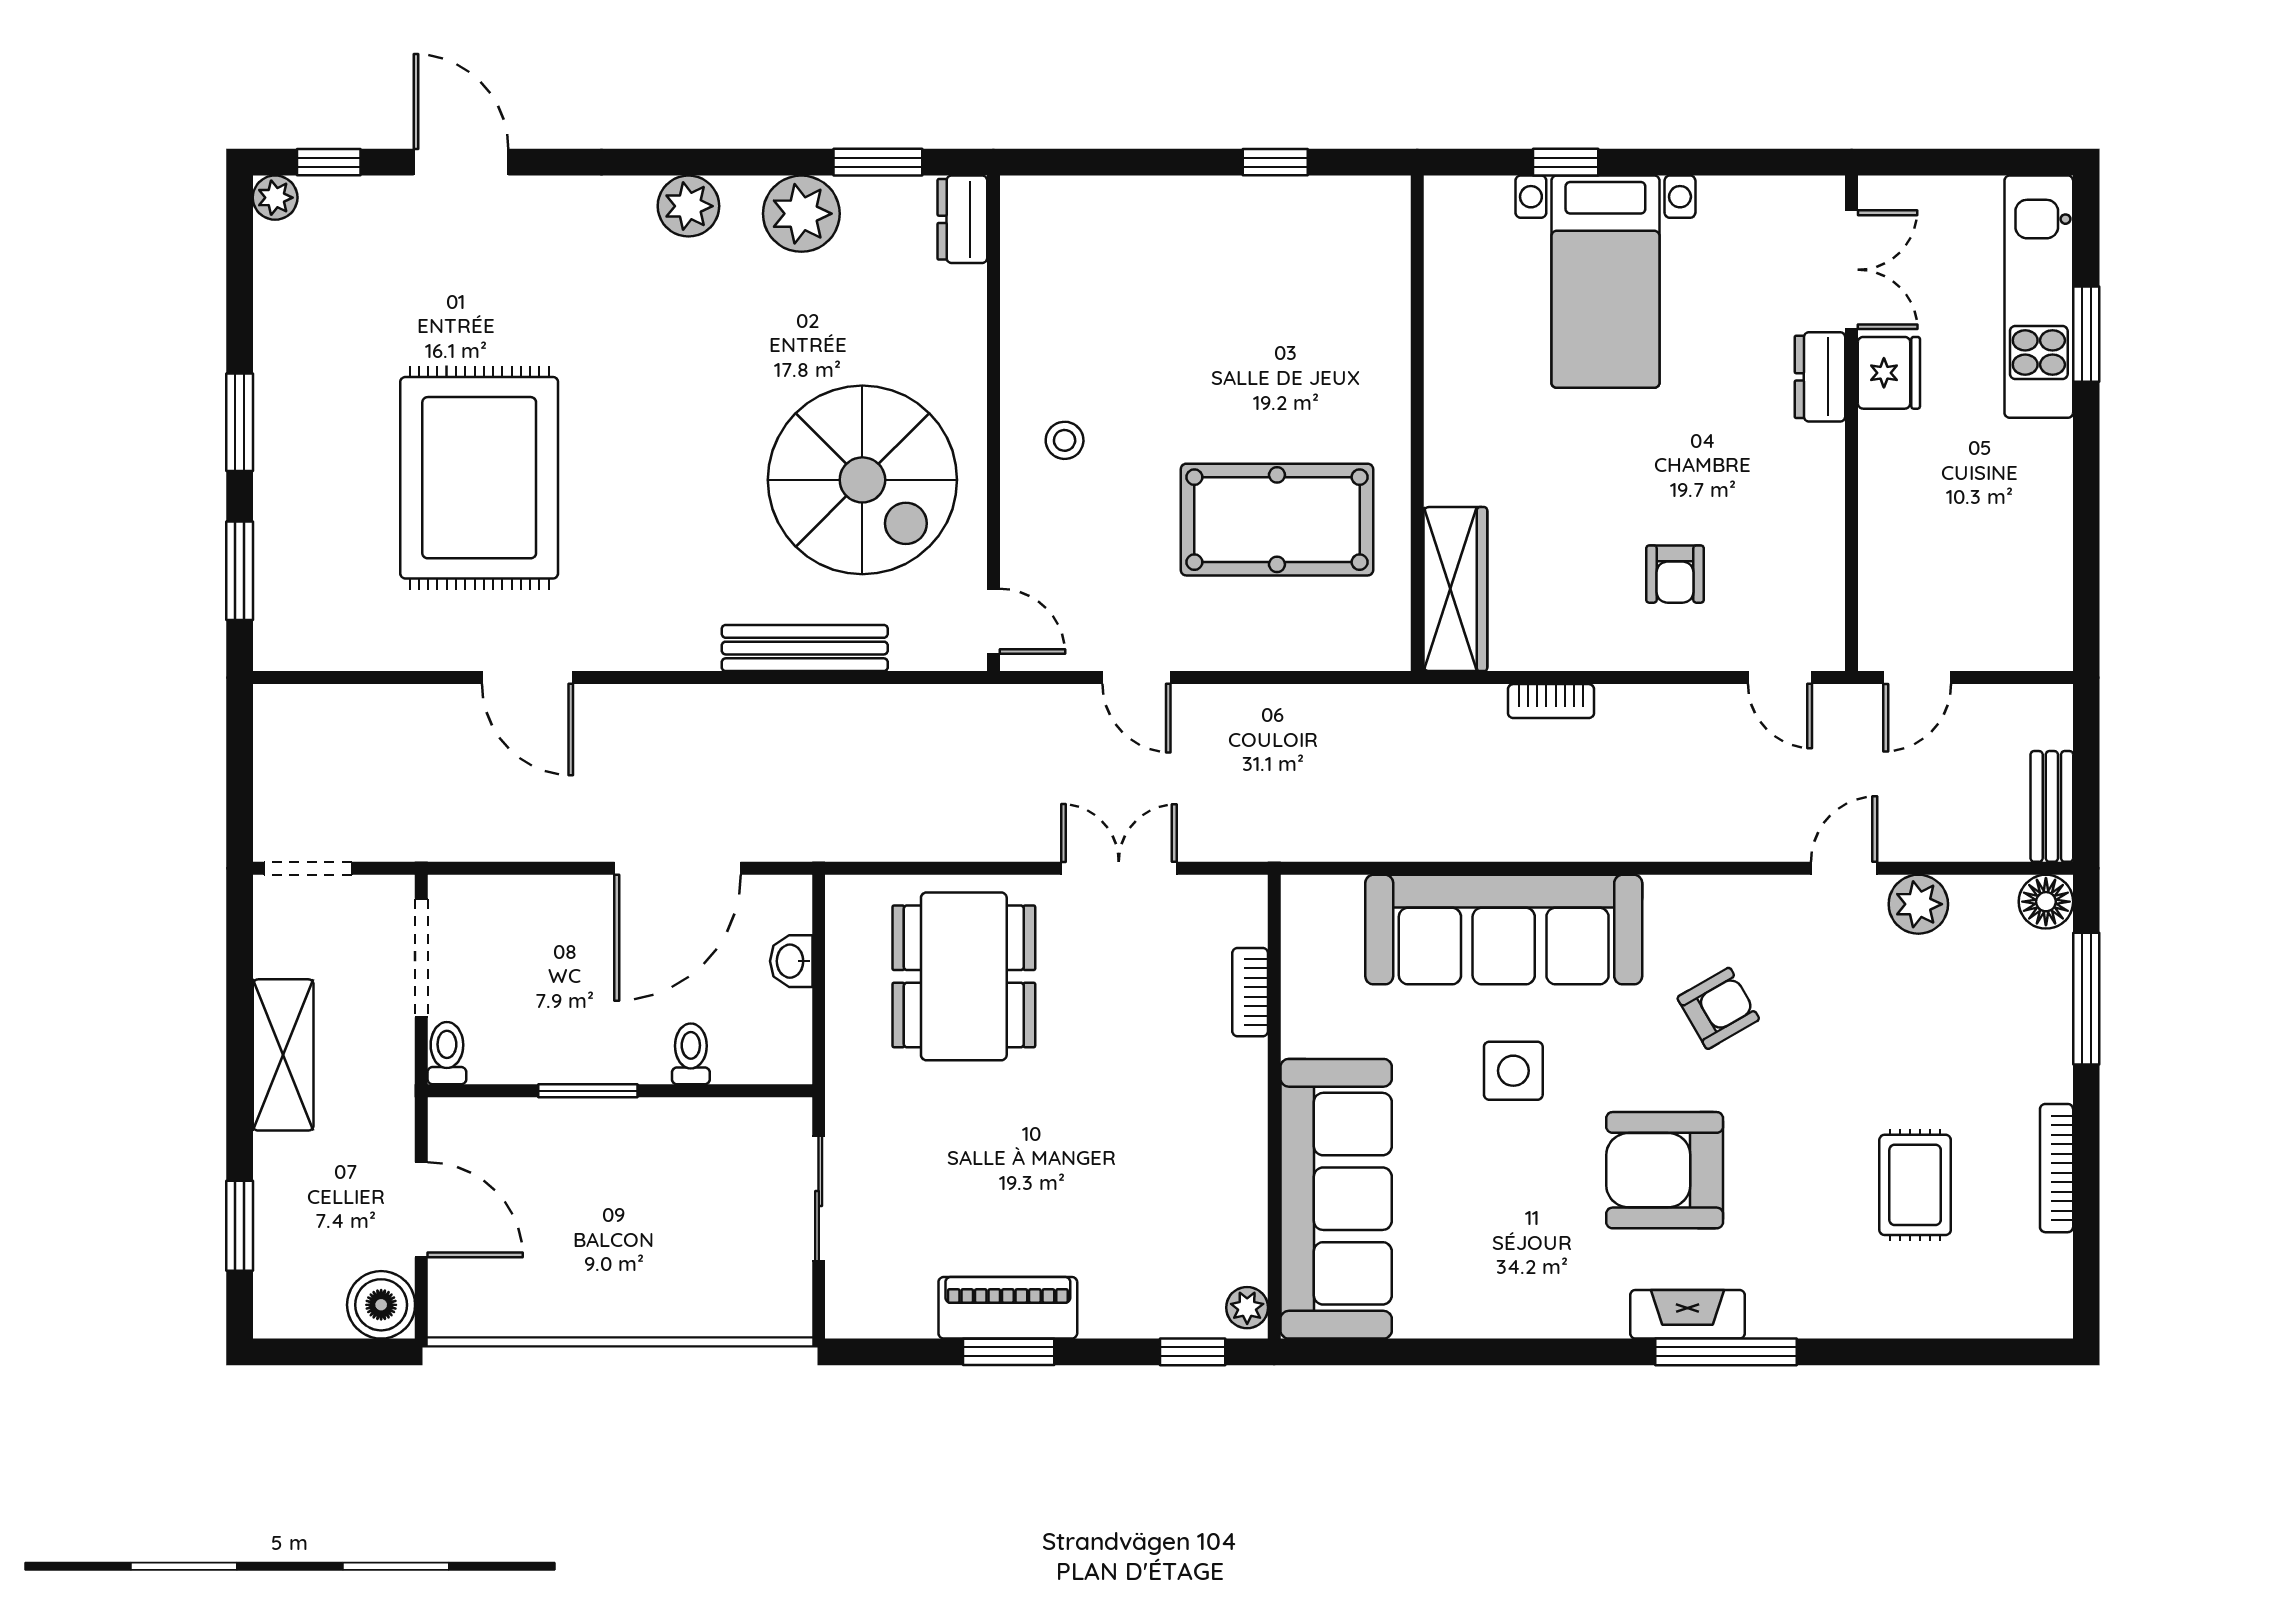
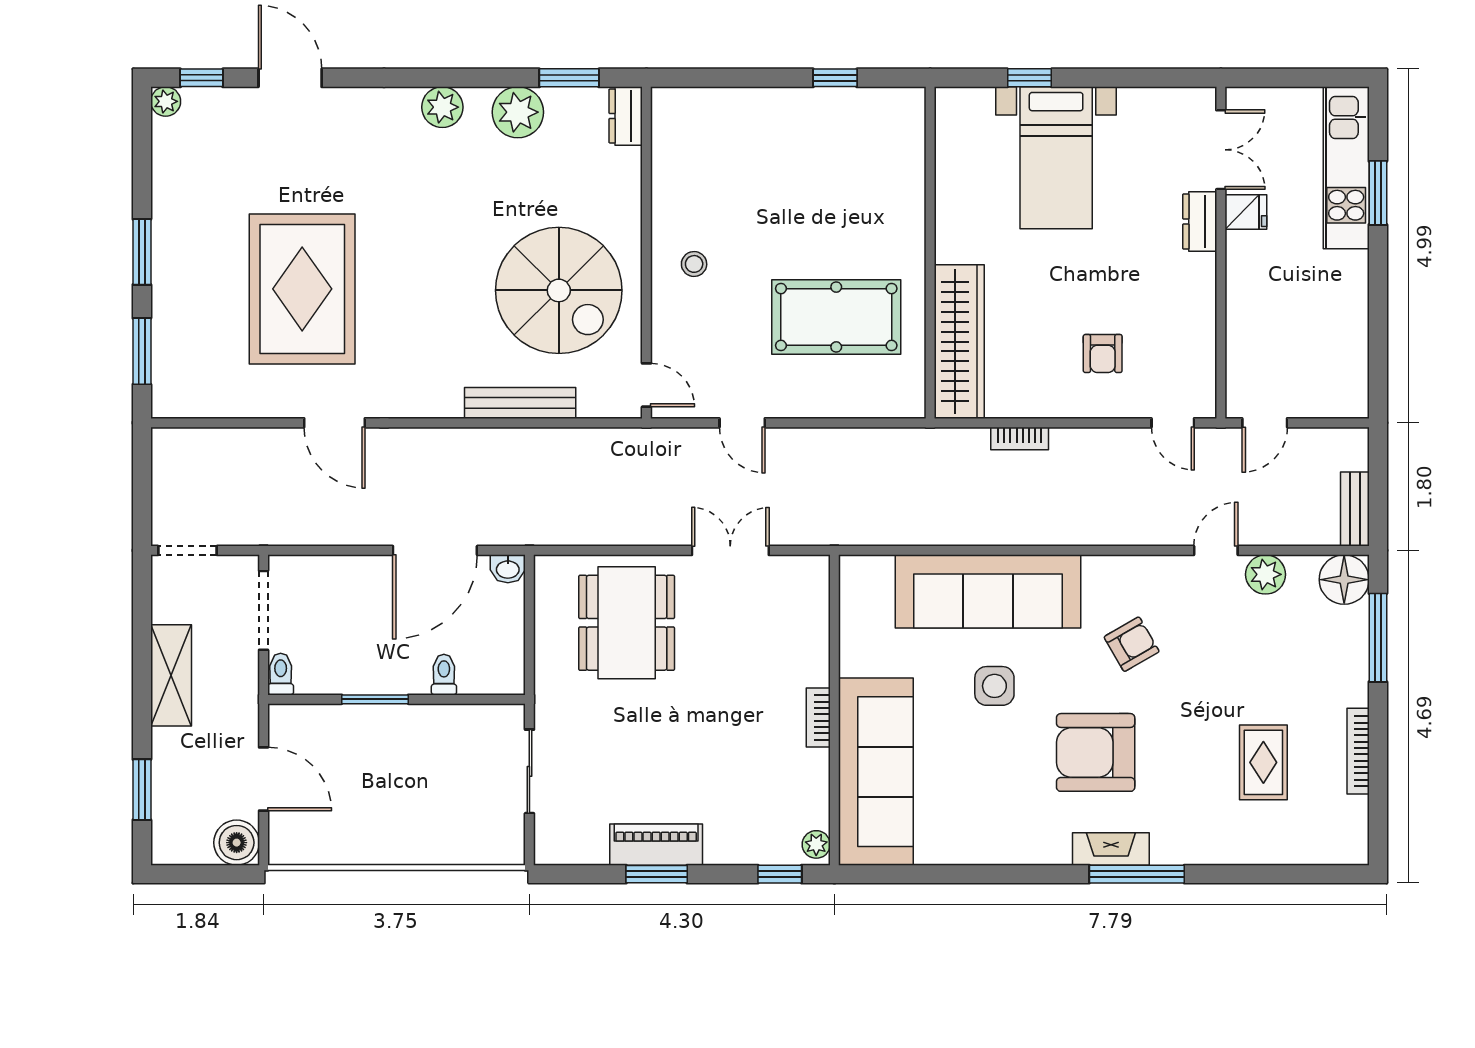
fridge: (1889, 373) -> (1246, 212), width x0.72
wardrobe: (1455, 589) -> (959, 342), width x1.40, depth x1.17
floor lamp: (2046, 902) -> (1344, 580), width x1.38, depth x1.38
washbasin: (791, 961) -> (508, 569), moved, turned -90
bookcase: (1250, 992) -> (818, 717), moved

